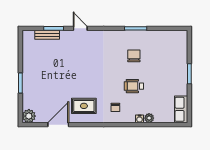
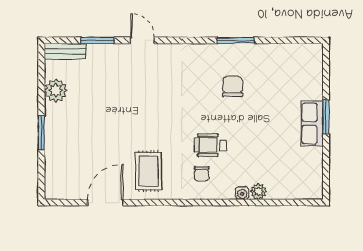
bench: (47, 35) -> (65, 51), moved
wheelchair: (134, 86) -> (210, 145), moved
rug: (84, 106) -> (149, 171), turned 90
row of seats: (181, 109) -> (312, 123), moved
plant: (29, 116) -> (56, 90), moved

